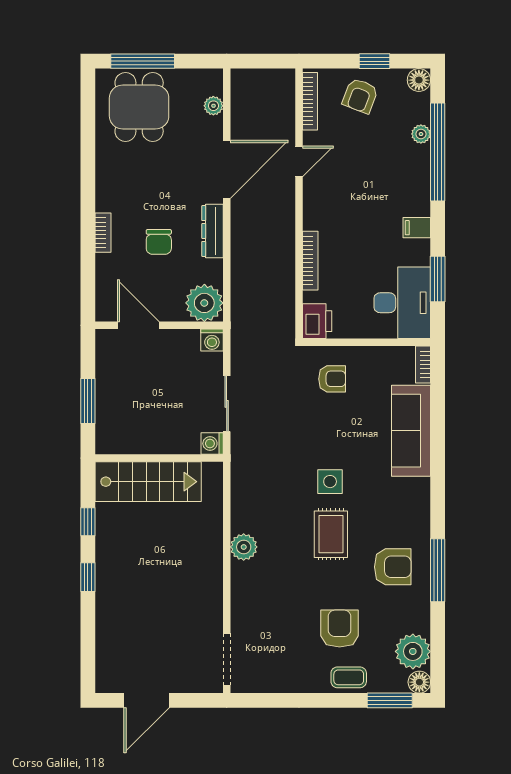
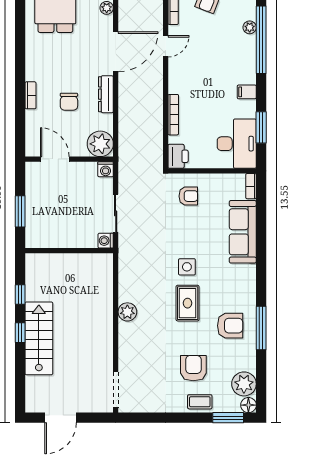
stairs: (148, 482) -> (39, 338), moved, turned -90

